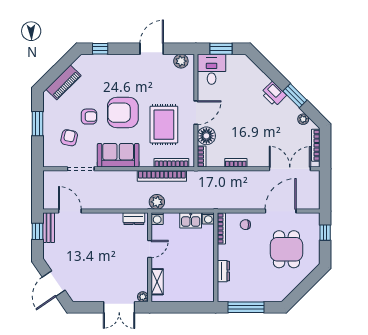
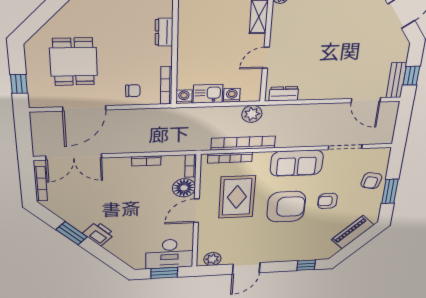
desk: (212, 69) -> (170, 254), width x1.37
plant: (303, 119) -> (59, 210), removed
armchair: (69, 138) -> (371, 181), moved
washing machine: (157, 219) -> (232, 95), moved

